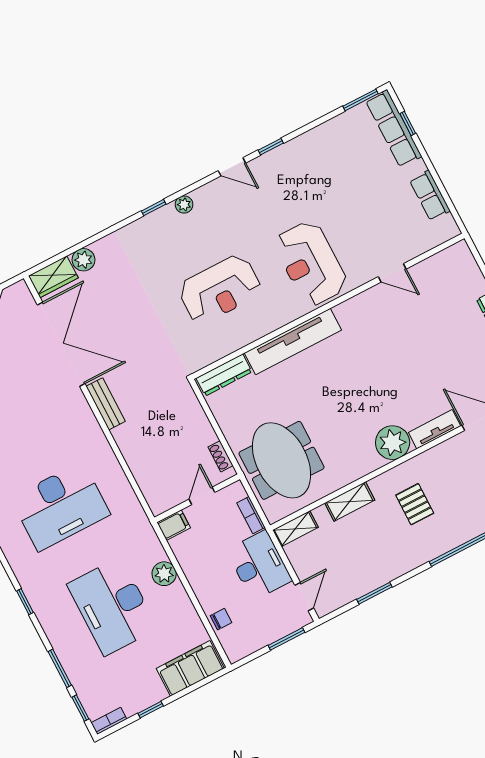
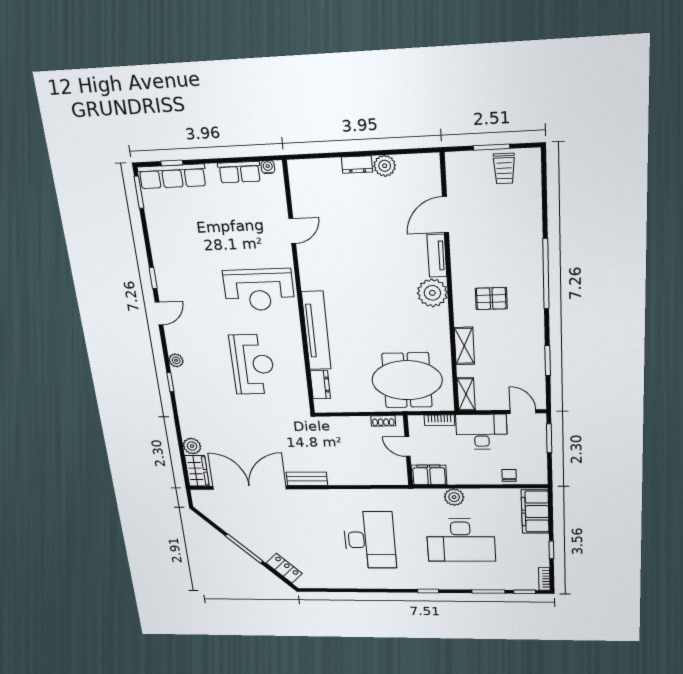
water cooler: (448, 222) -> (268, 167), added
dresser: (224, 375) -> (320, 385), width x0.70
filing cabinet: (174, 525) -> (429, 475), width x2.00

